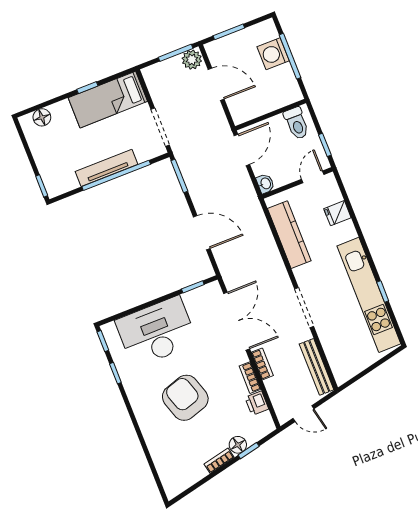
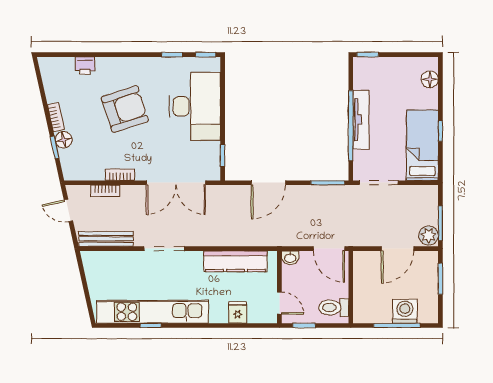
bookcase: (262, 364) -> (105, 191), moved
printer: (257, 403) -> (85, 66), moved, turned 180
door: (303, 414) -> (68, 210), hinge flipped

